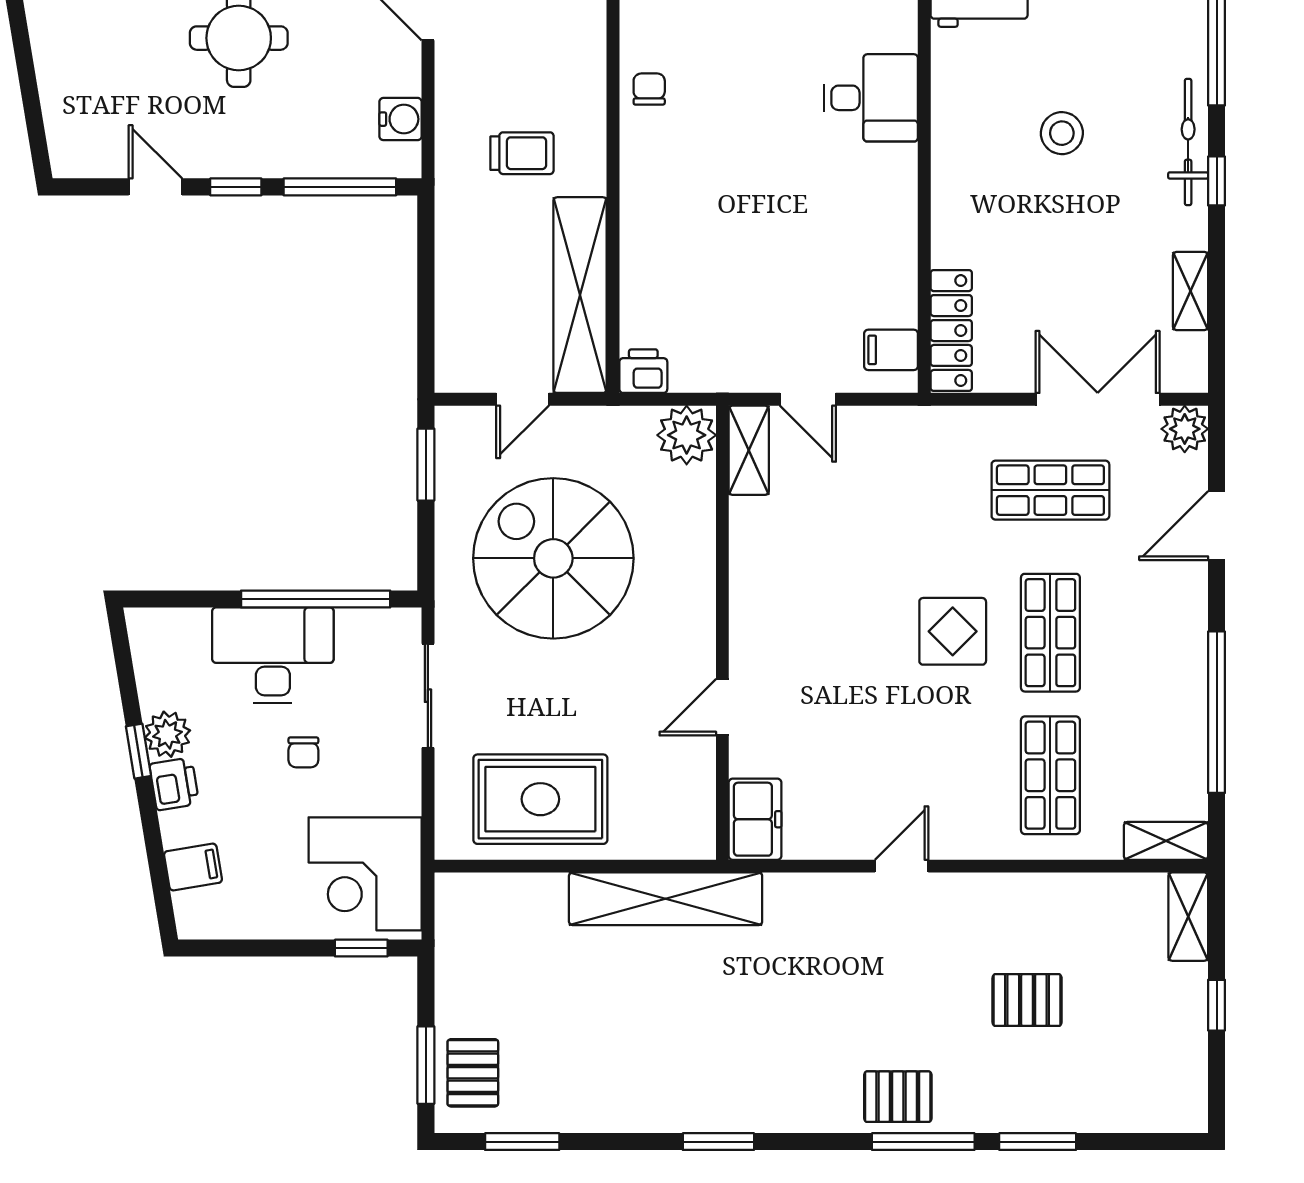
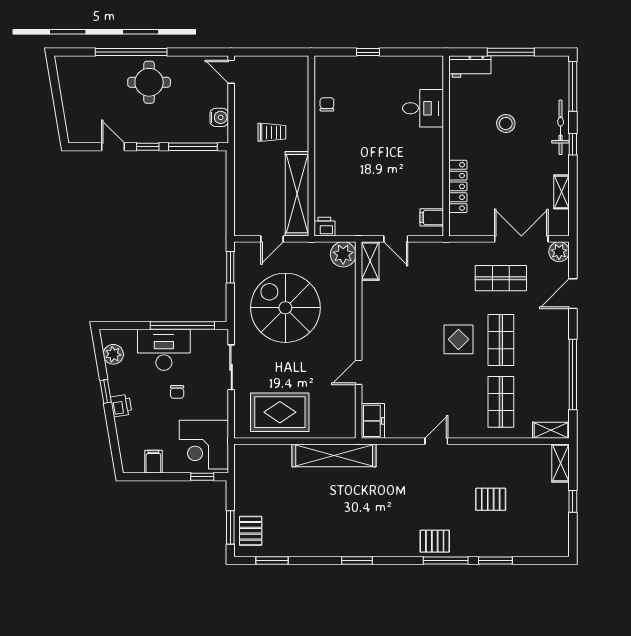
locker: (951, 331) -> (458, 186), moved
plant: (167, 734) -> (113, 354), moved
filing cabinet: (193, 867) -> (153, 462), moved, turned -81

